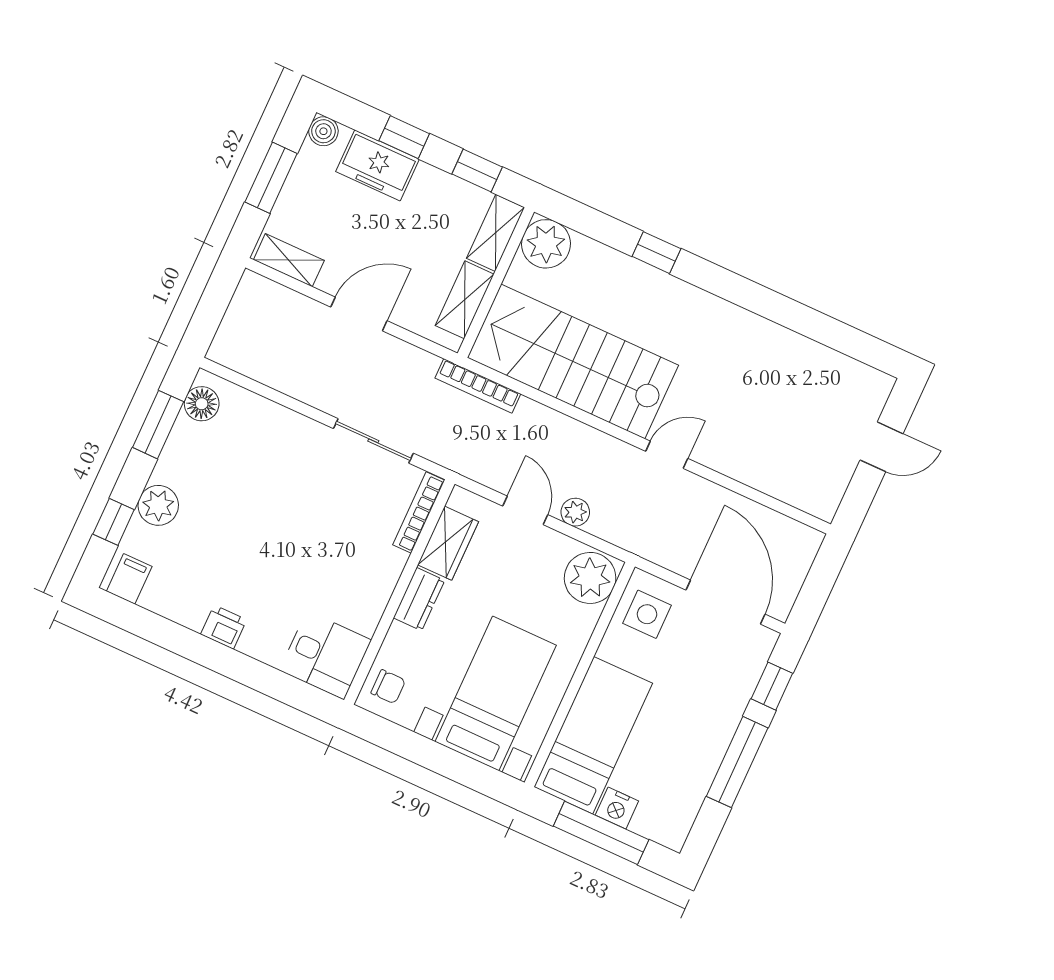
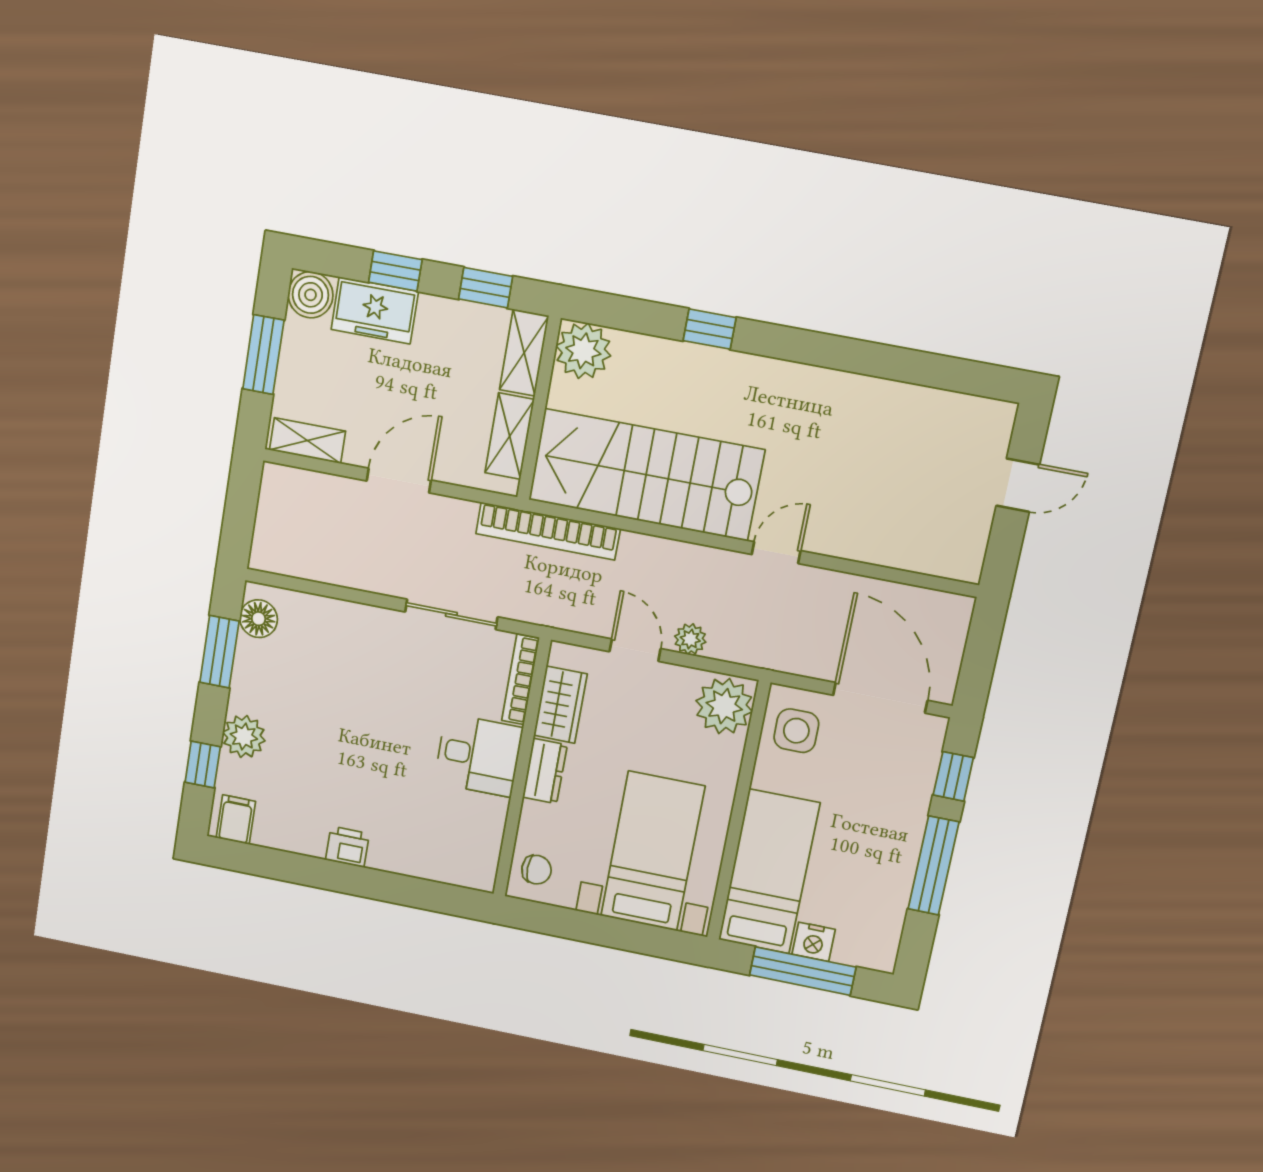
boiler: (323, 131) -> (311, 295), width x1.36, depth x1.36
bookcase: (478, 386) -> (548, 531), width x1.48, depth x1.31
desk: (325, 655) -> (478, 755), moved

